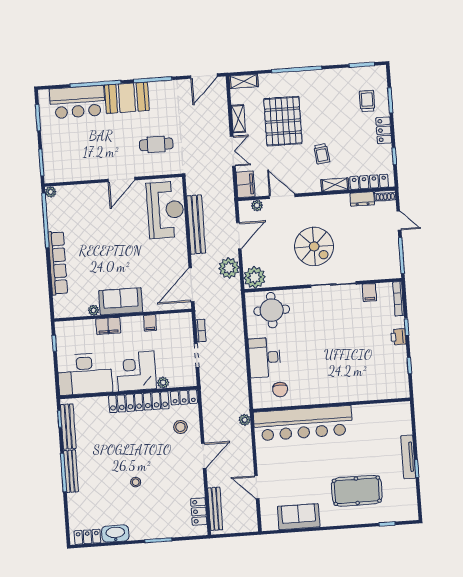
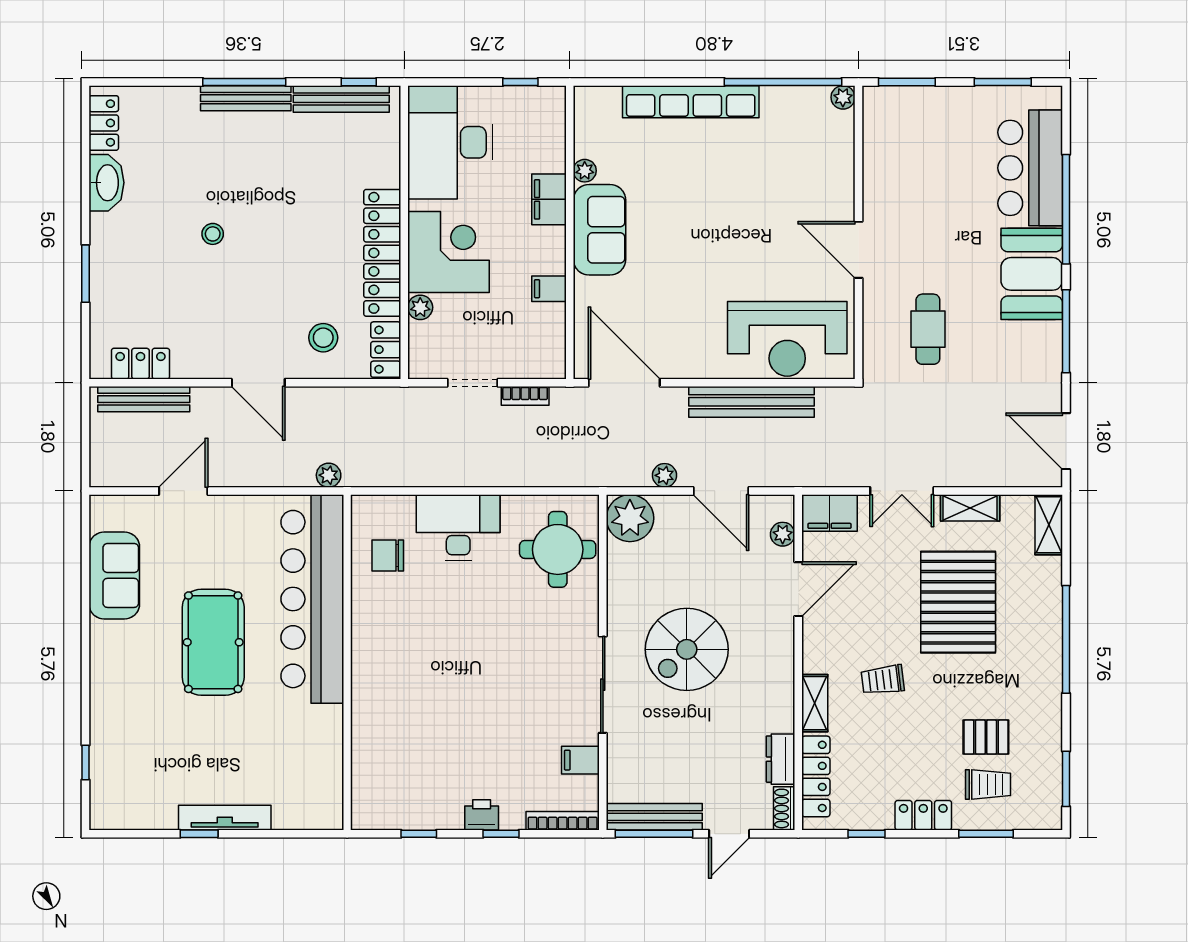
pallet: (345, 104) -> (986, 737), added
pallet: (283, 121) -> (958, 602), turned 90
bench: (393, 256) -> (654, 817), added
plant: (229, 268) -> (664, 475), width x0.53, depth x0.53
pool table: (357, 491) -> (213, 642), moved

